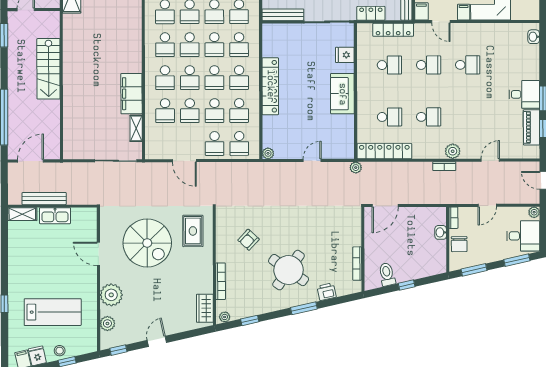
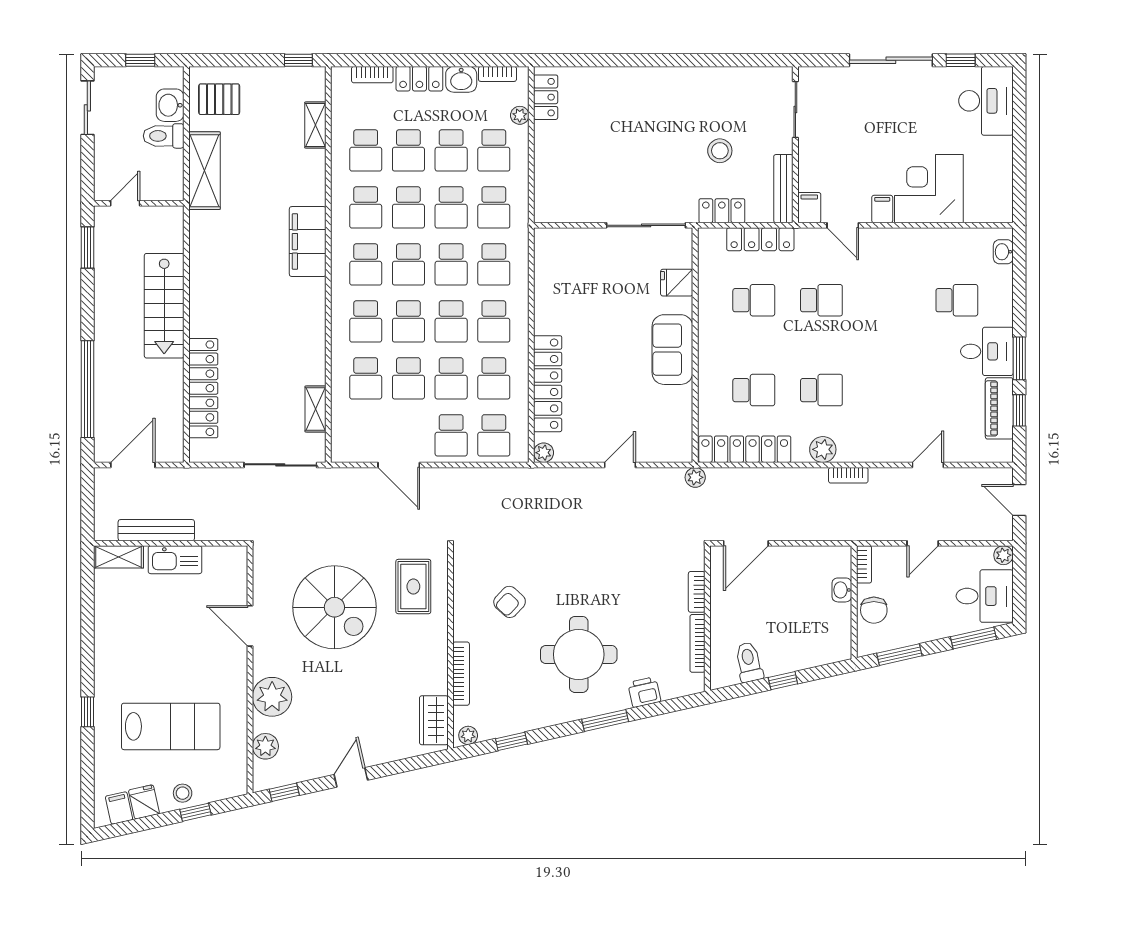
bench: (283, 15) -> (570, 213), removed
school desk: (468, 65) -> (957, 300), moved
locker: (270, 86) -> (548, 384), moved
filing cabinet: (131, 94) -> (308, 242), moved
locker: (71, 116) -> (203, 388), added
plant: (453, 151) -> (823, 449), moved
bookcase: (357, 234) -> (697, 592), added
round table: (289, 270) -> (579, 654), turned -35

